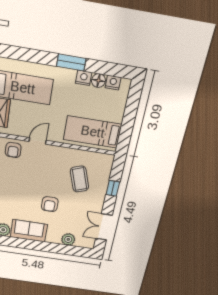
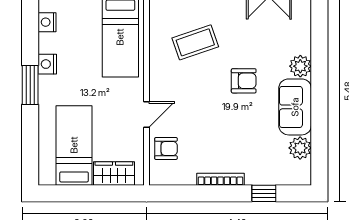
floor lamp: (98, 81) -> (48, 43), removed
door: (38, 141) -> (147, 114), swing flipped
plant: (68, 239) -> (300, 66), moved

